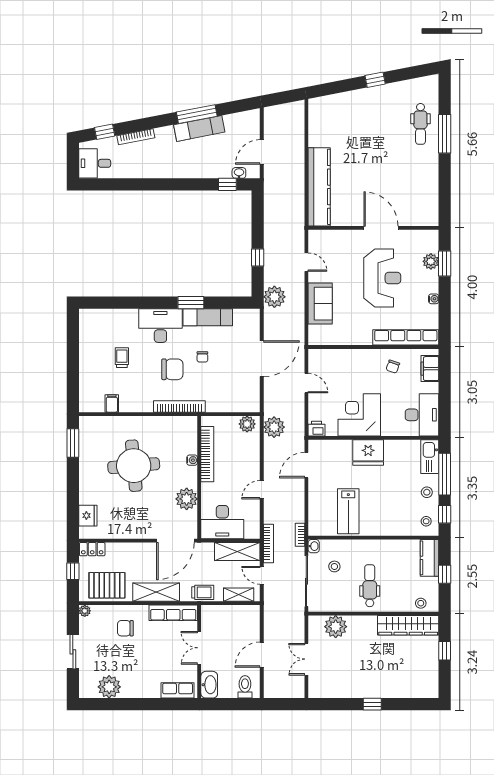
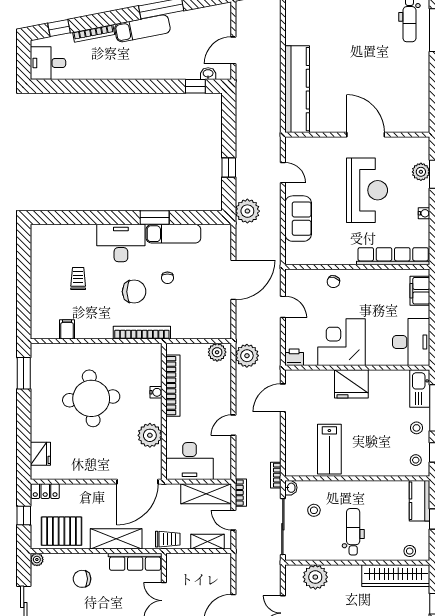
exam couch: (199, 128) -> (142, 28), moved
chair: (393, 367) -> (333, 282), moved
bookcase: (268, 544) -> (241, 493), width x0.64

